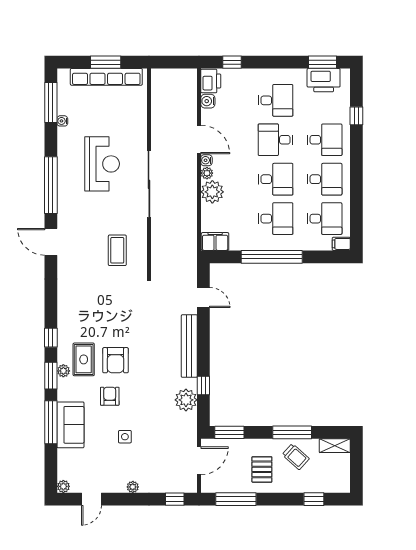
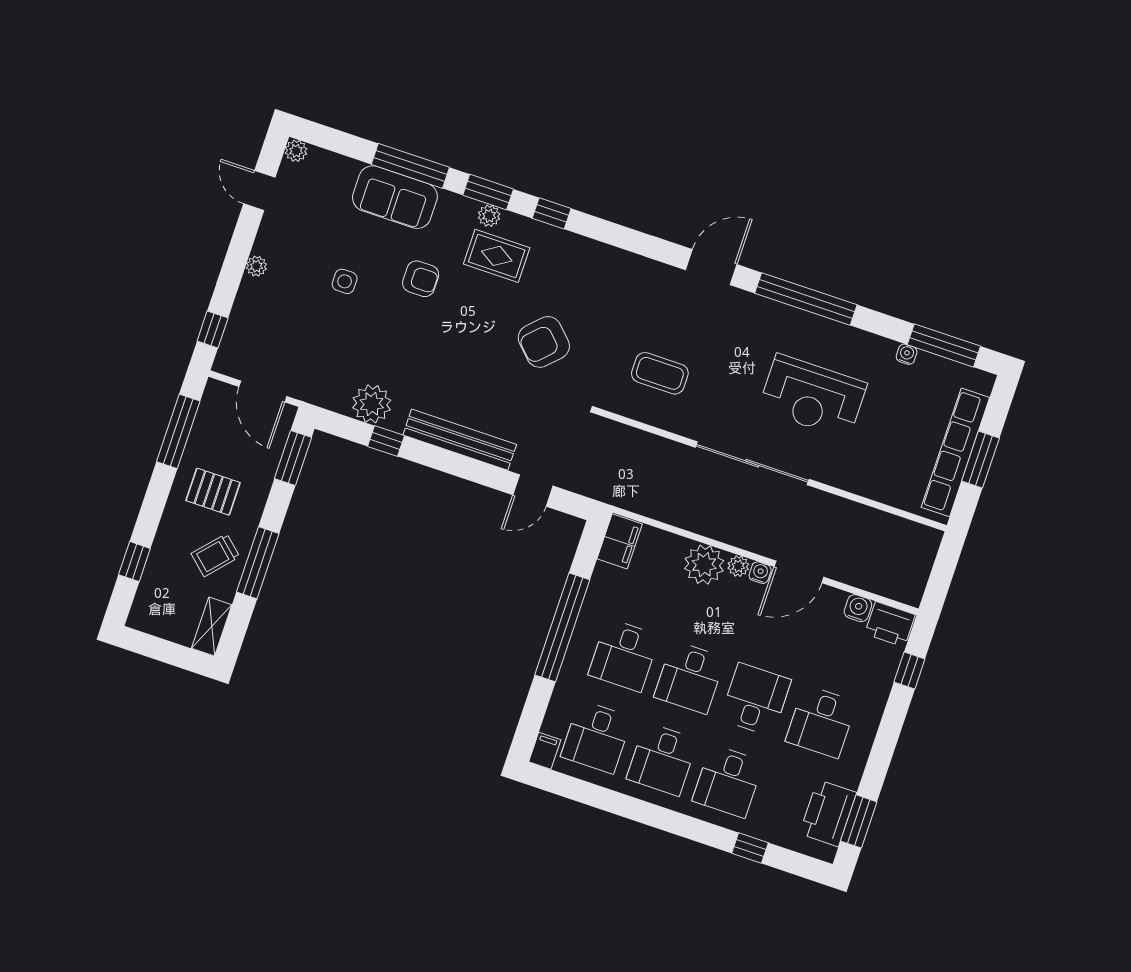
armchair: (116, 360) -> (544, 342), moved, turned -45

